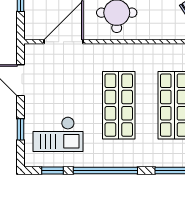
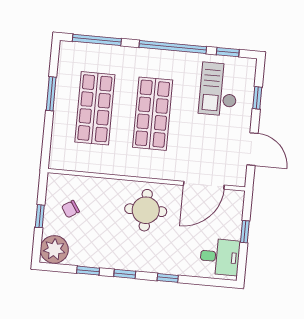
checkout: (58, 134) -> (219, 89), turned -90

